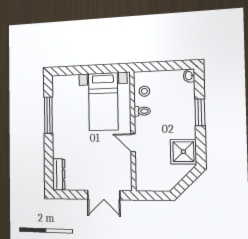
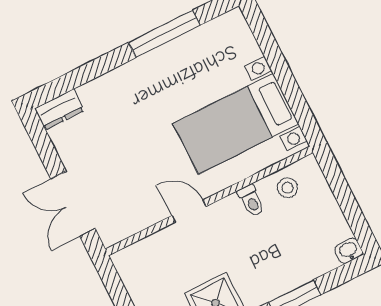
door: (133, 143) -> (189, 211), hinge flipped
dresser: (59, 174) -> (59, 110), width x0.70

